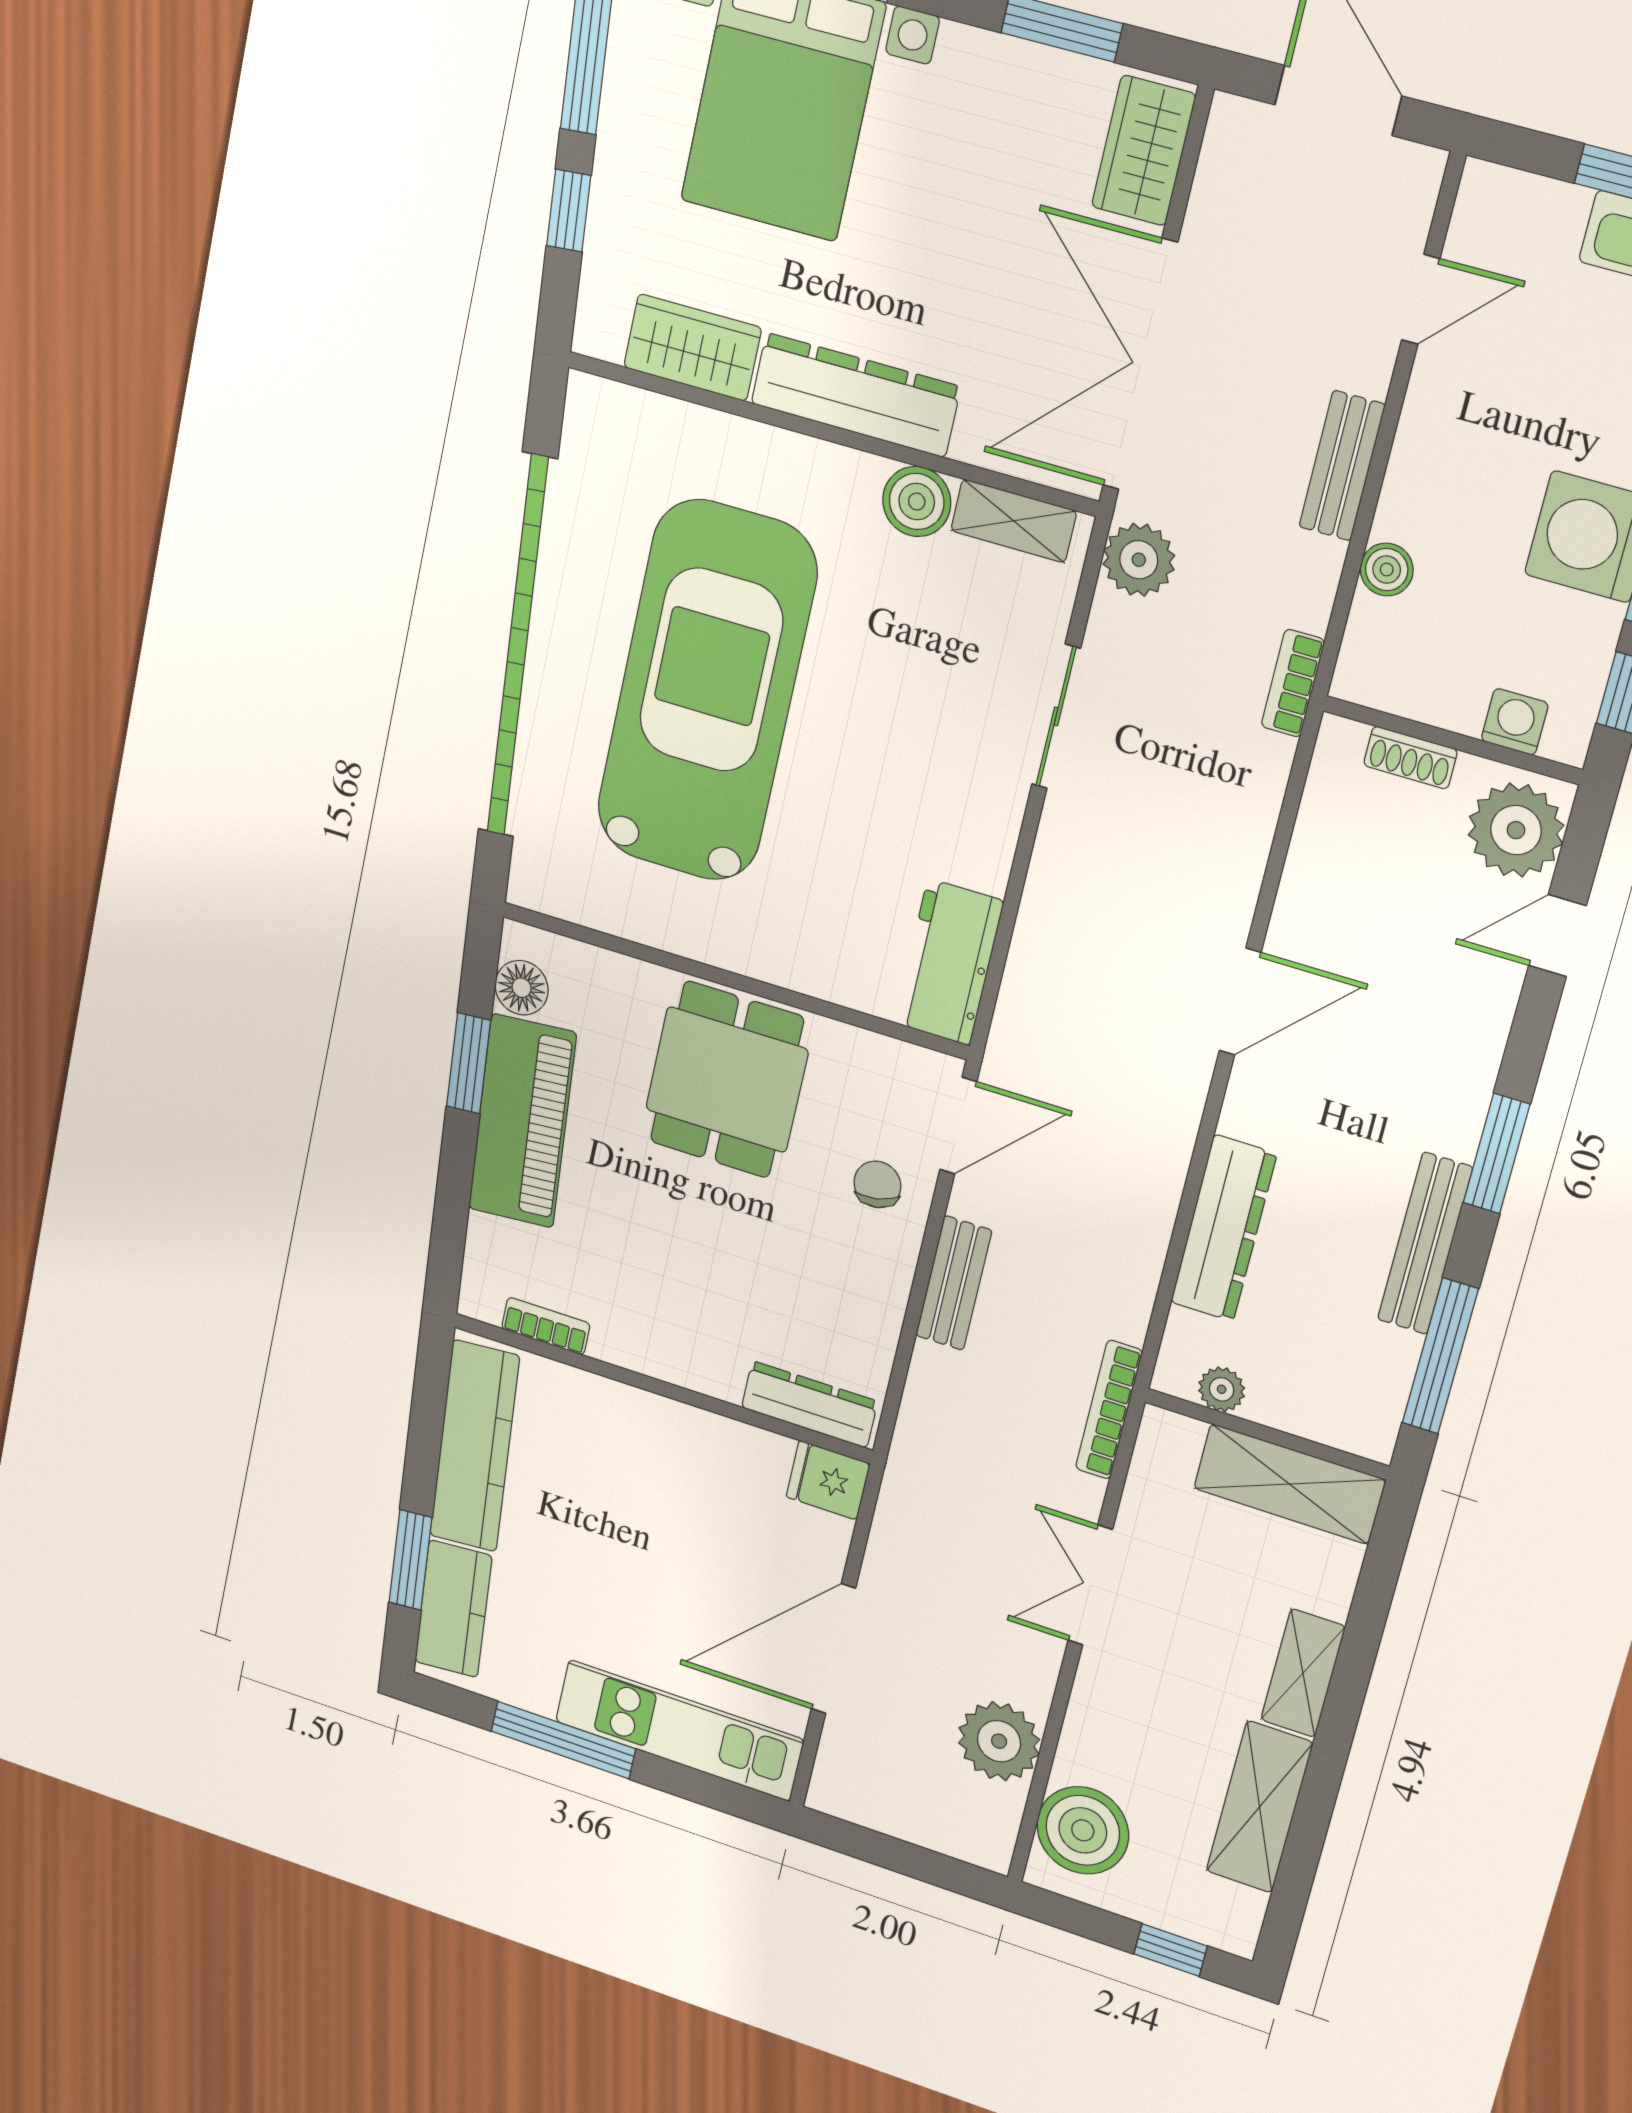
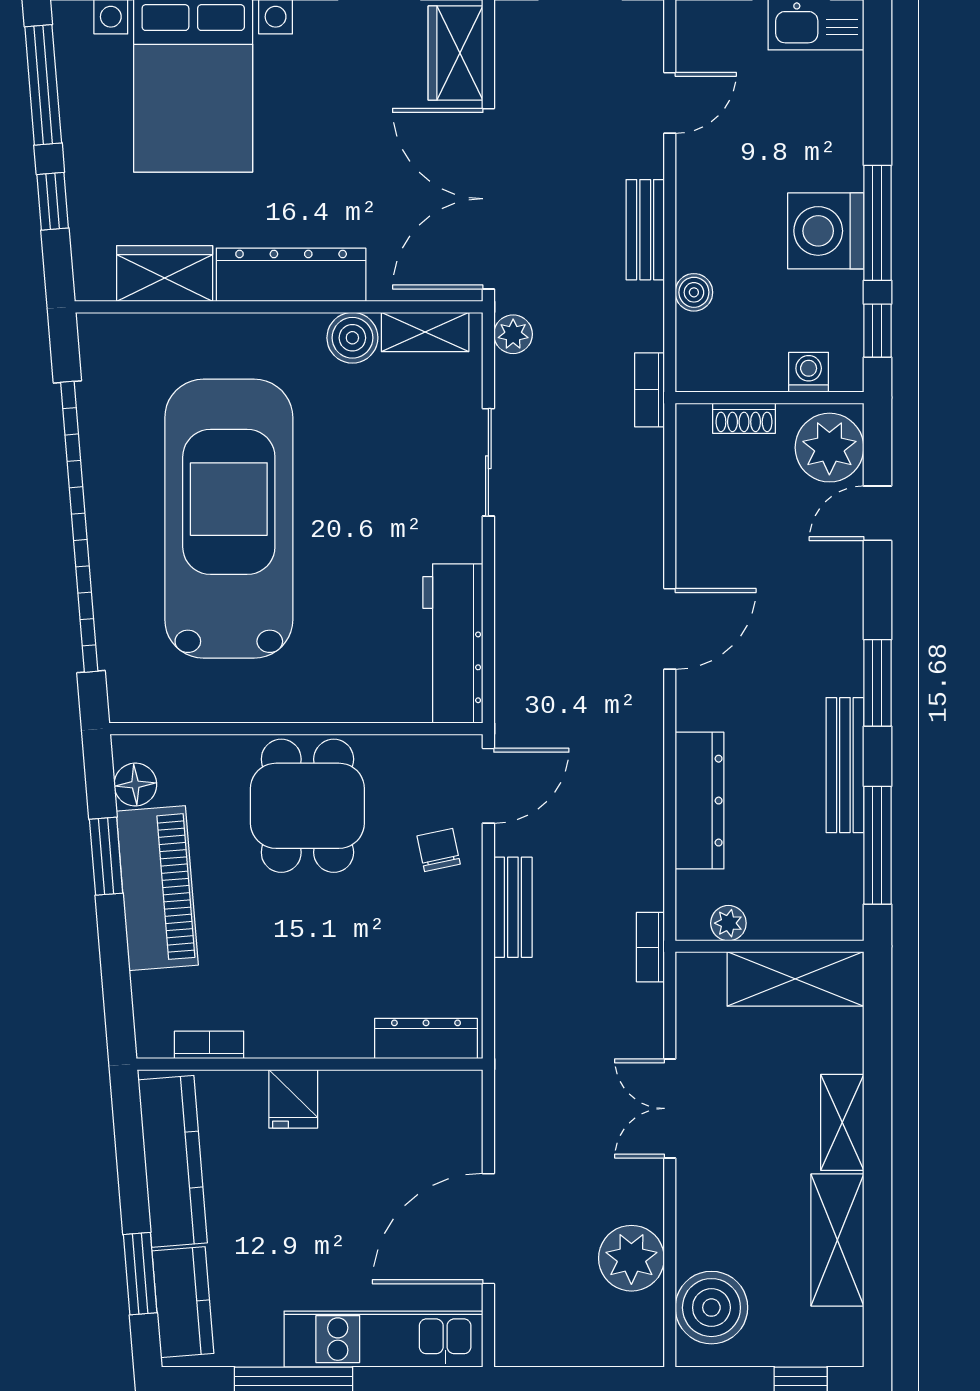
plant: (1139, 560) -> (513, 334), width x0.73, depth x0.73
workbench: (949, 962) -> (453, 643), width x1.38
bookcase: (1109, 1410) -> (650, 947), width x0.64
fridge: (828, 1480) -> (293, 1099), moved, turned -90

